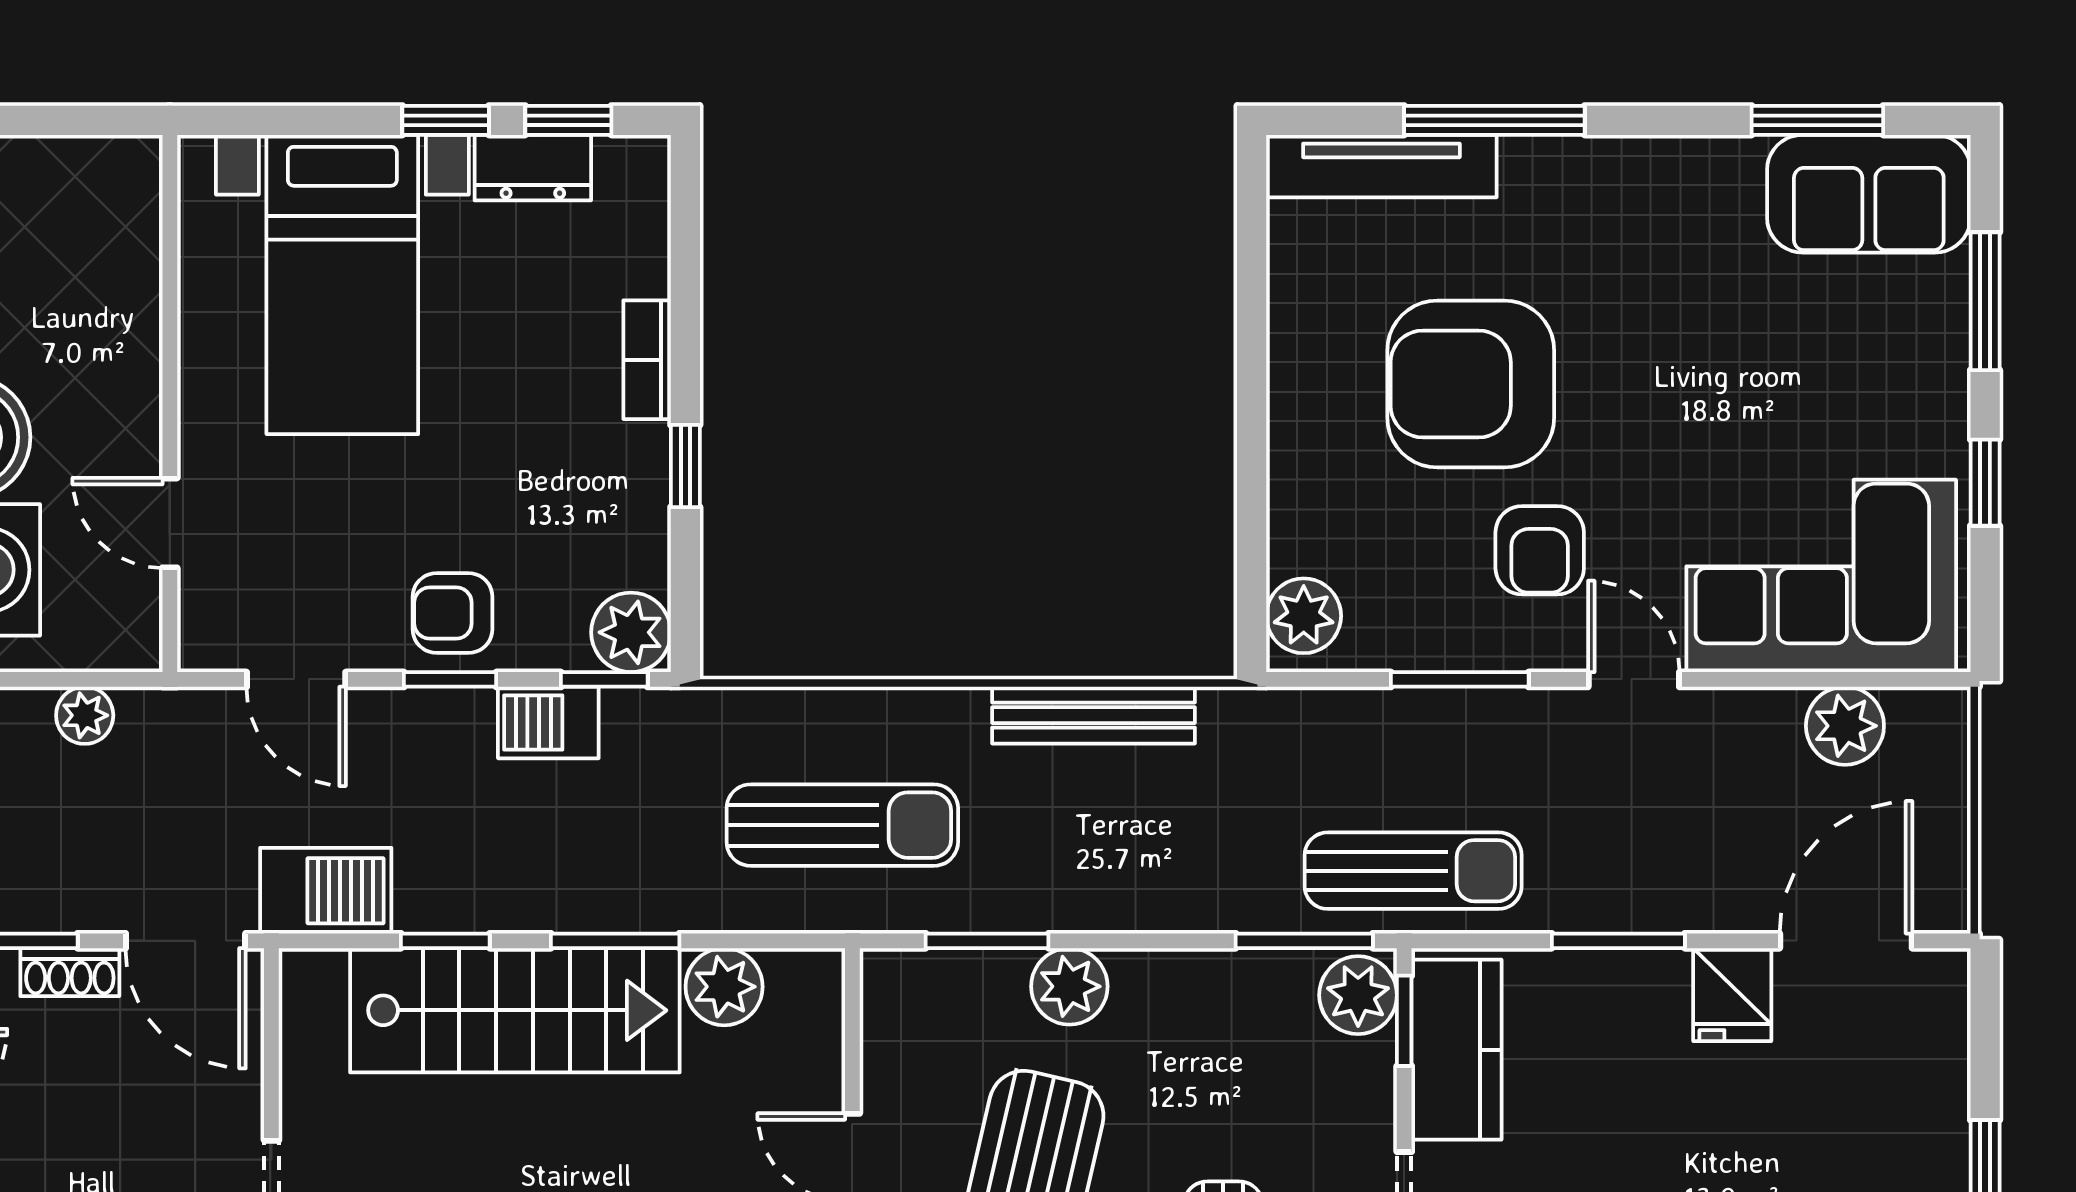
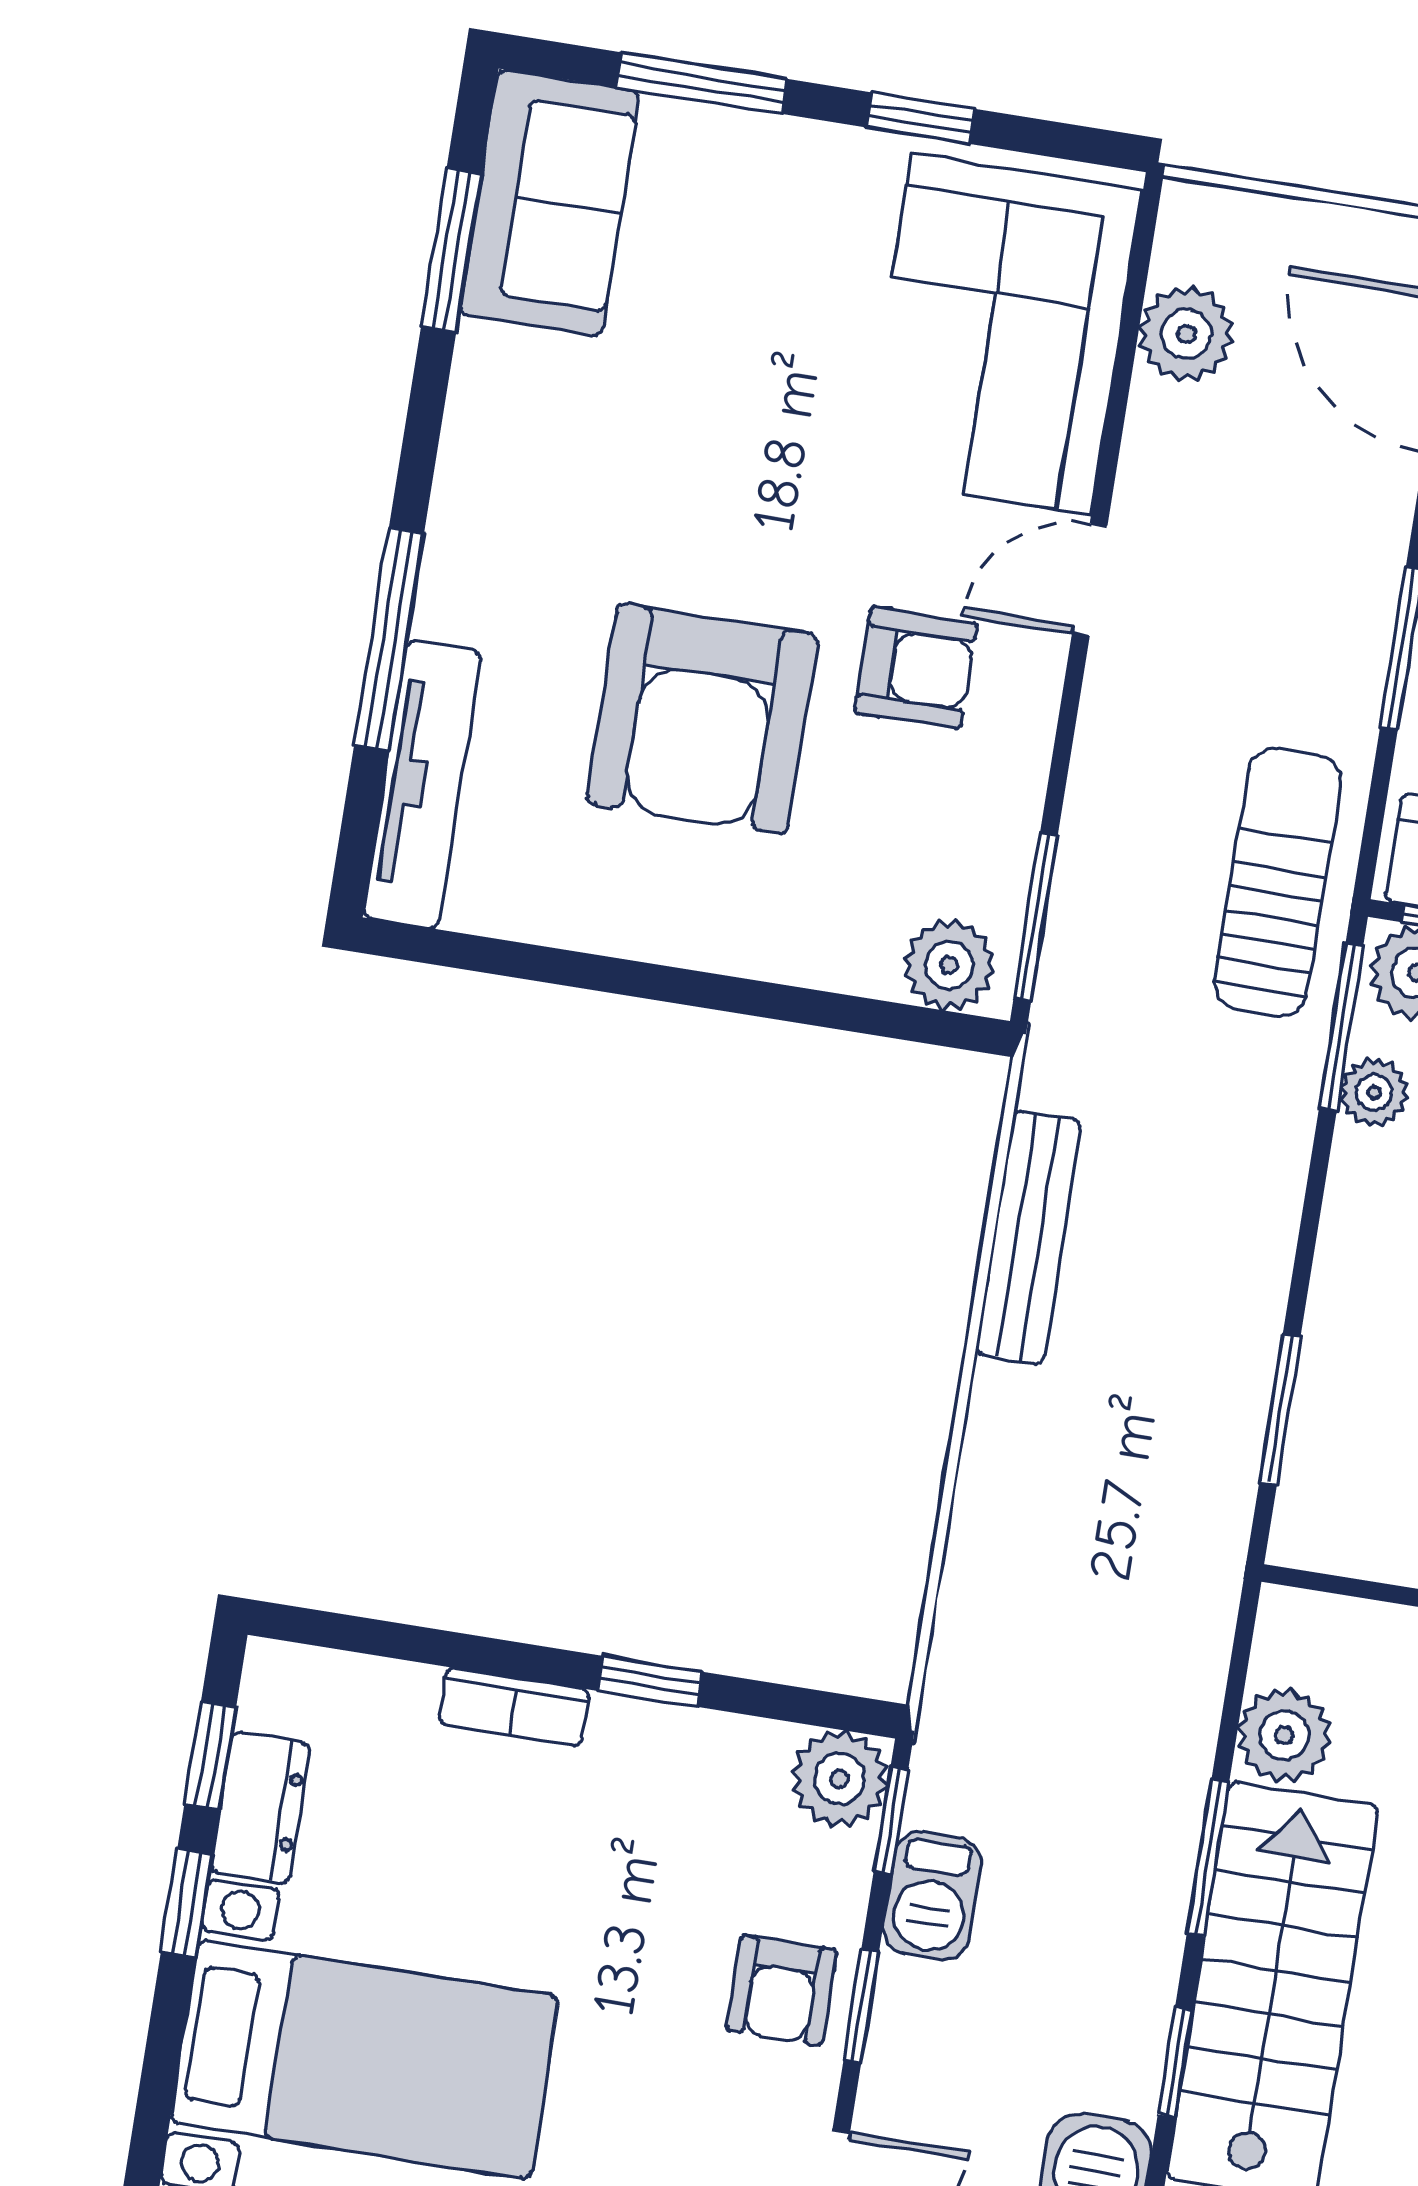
window: (1460, 679) -> (1036, 917), moved
sun lounger: (842, 825) -> (1112, 1561), removed
plant: (1069, 986) -> (1374, 1093), moved, width x0.73, depth x0.73

